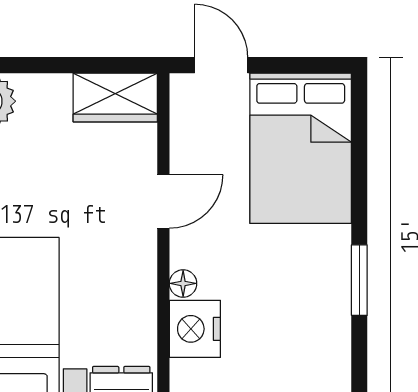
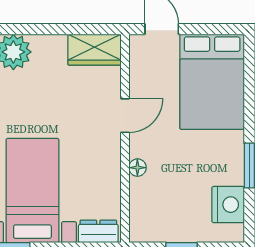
nightstand: (195, 329) -> (228, 205), moved, turned 180

